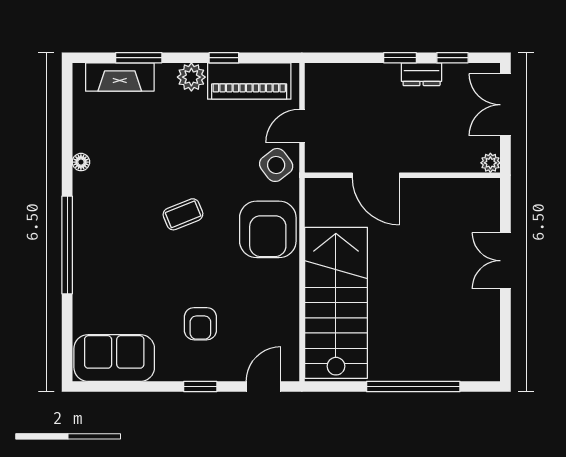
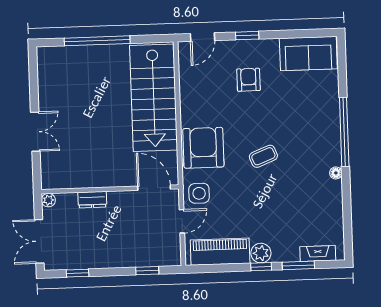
window: (224, 58) -> (261, 267), moved
window: (400, 58) -> (147, 271), moved
dresser: (422, 74) -> (92, 200), moved, turned 180
fireplace: (120, 77) -> (318, 253), width x0.73, depth x0.76
double door: (505, 105) -> (39, 241), swing flipped
floor lamp: (81, 162) -> (336, 173), moved
side table: (276, 165) -> (199, 193), turned 37
door: (376, 175) -> (154, 188), moved

